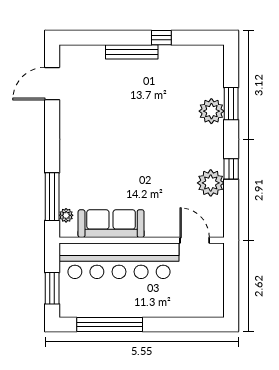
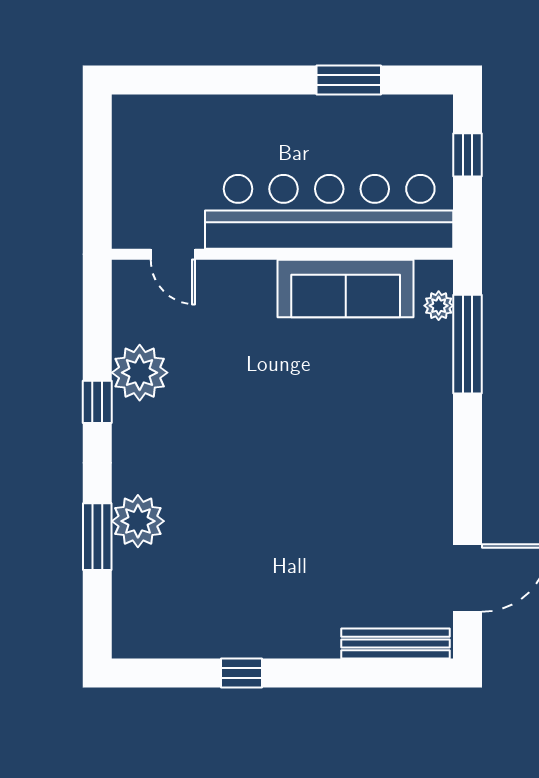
bench: (132, 52) -> (396, 643), moved
door: (195, 240) -> (173, 254), width x0.73
window: (52, 288) -> (467, 155), width x0.67
window: (110, 324) -> (349, 80), width x0.47

